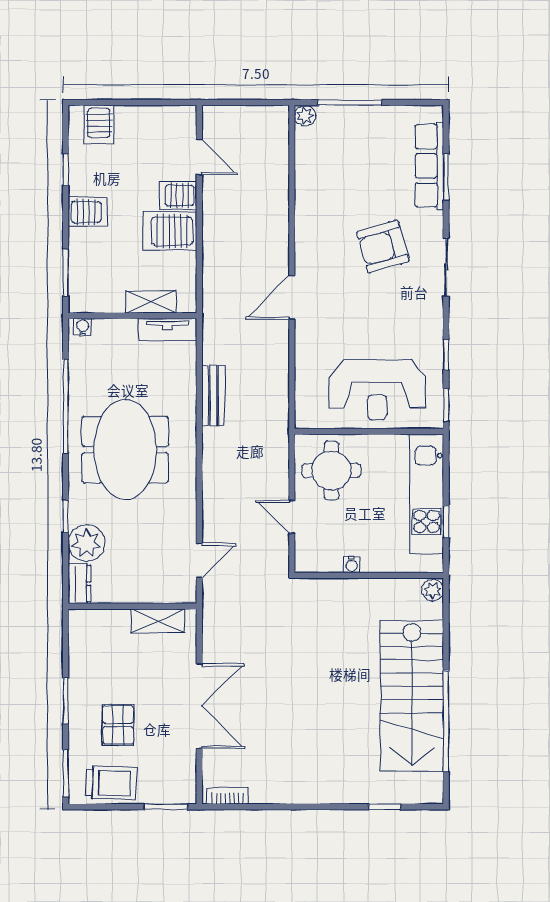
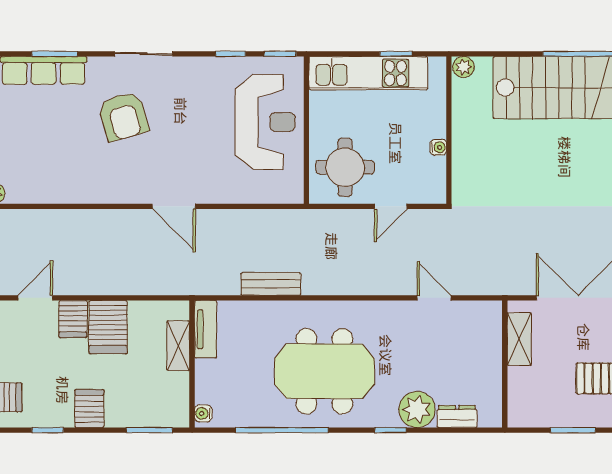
wall: (132, 606) -> (505, 364), moved
shelving: (158, 621) -> (519, 339), moved

